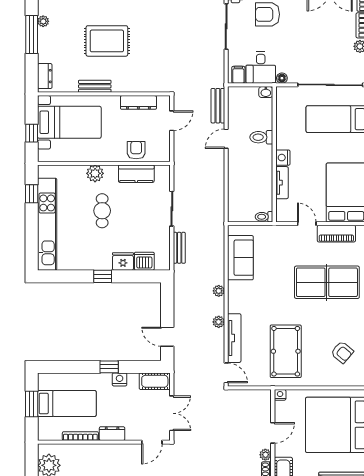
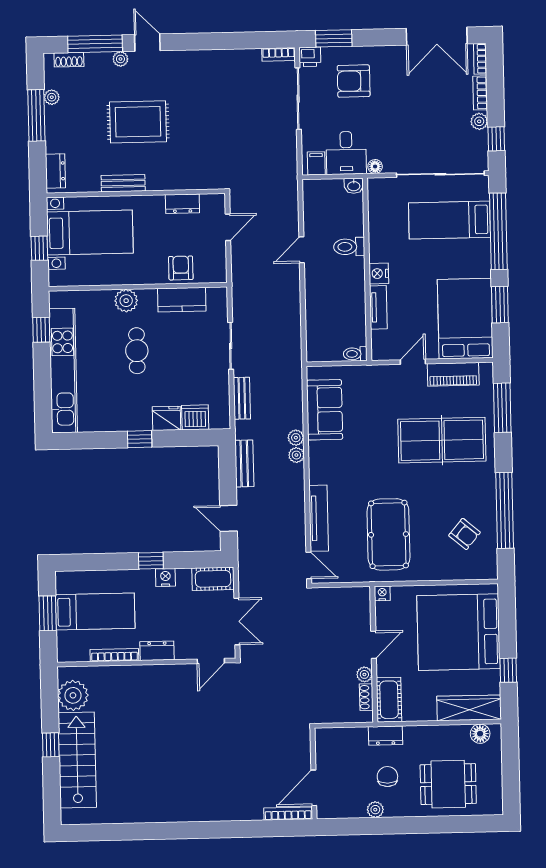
dresser: (138, 102) -> (182, 204), width x0.70
bench: (218, 106) -> (244, 463), moved
door: (307, 224) -> (413, 362), hinge flipped
plant: (219, 322) -> (296, 438), moved

